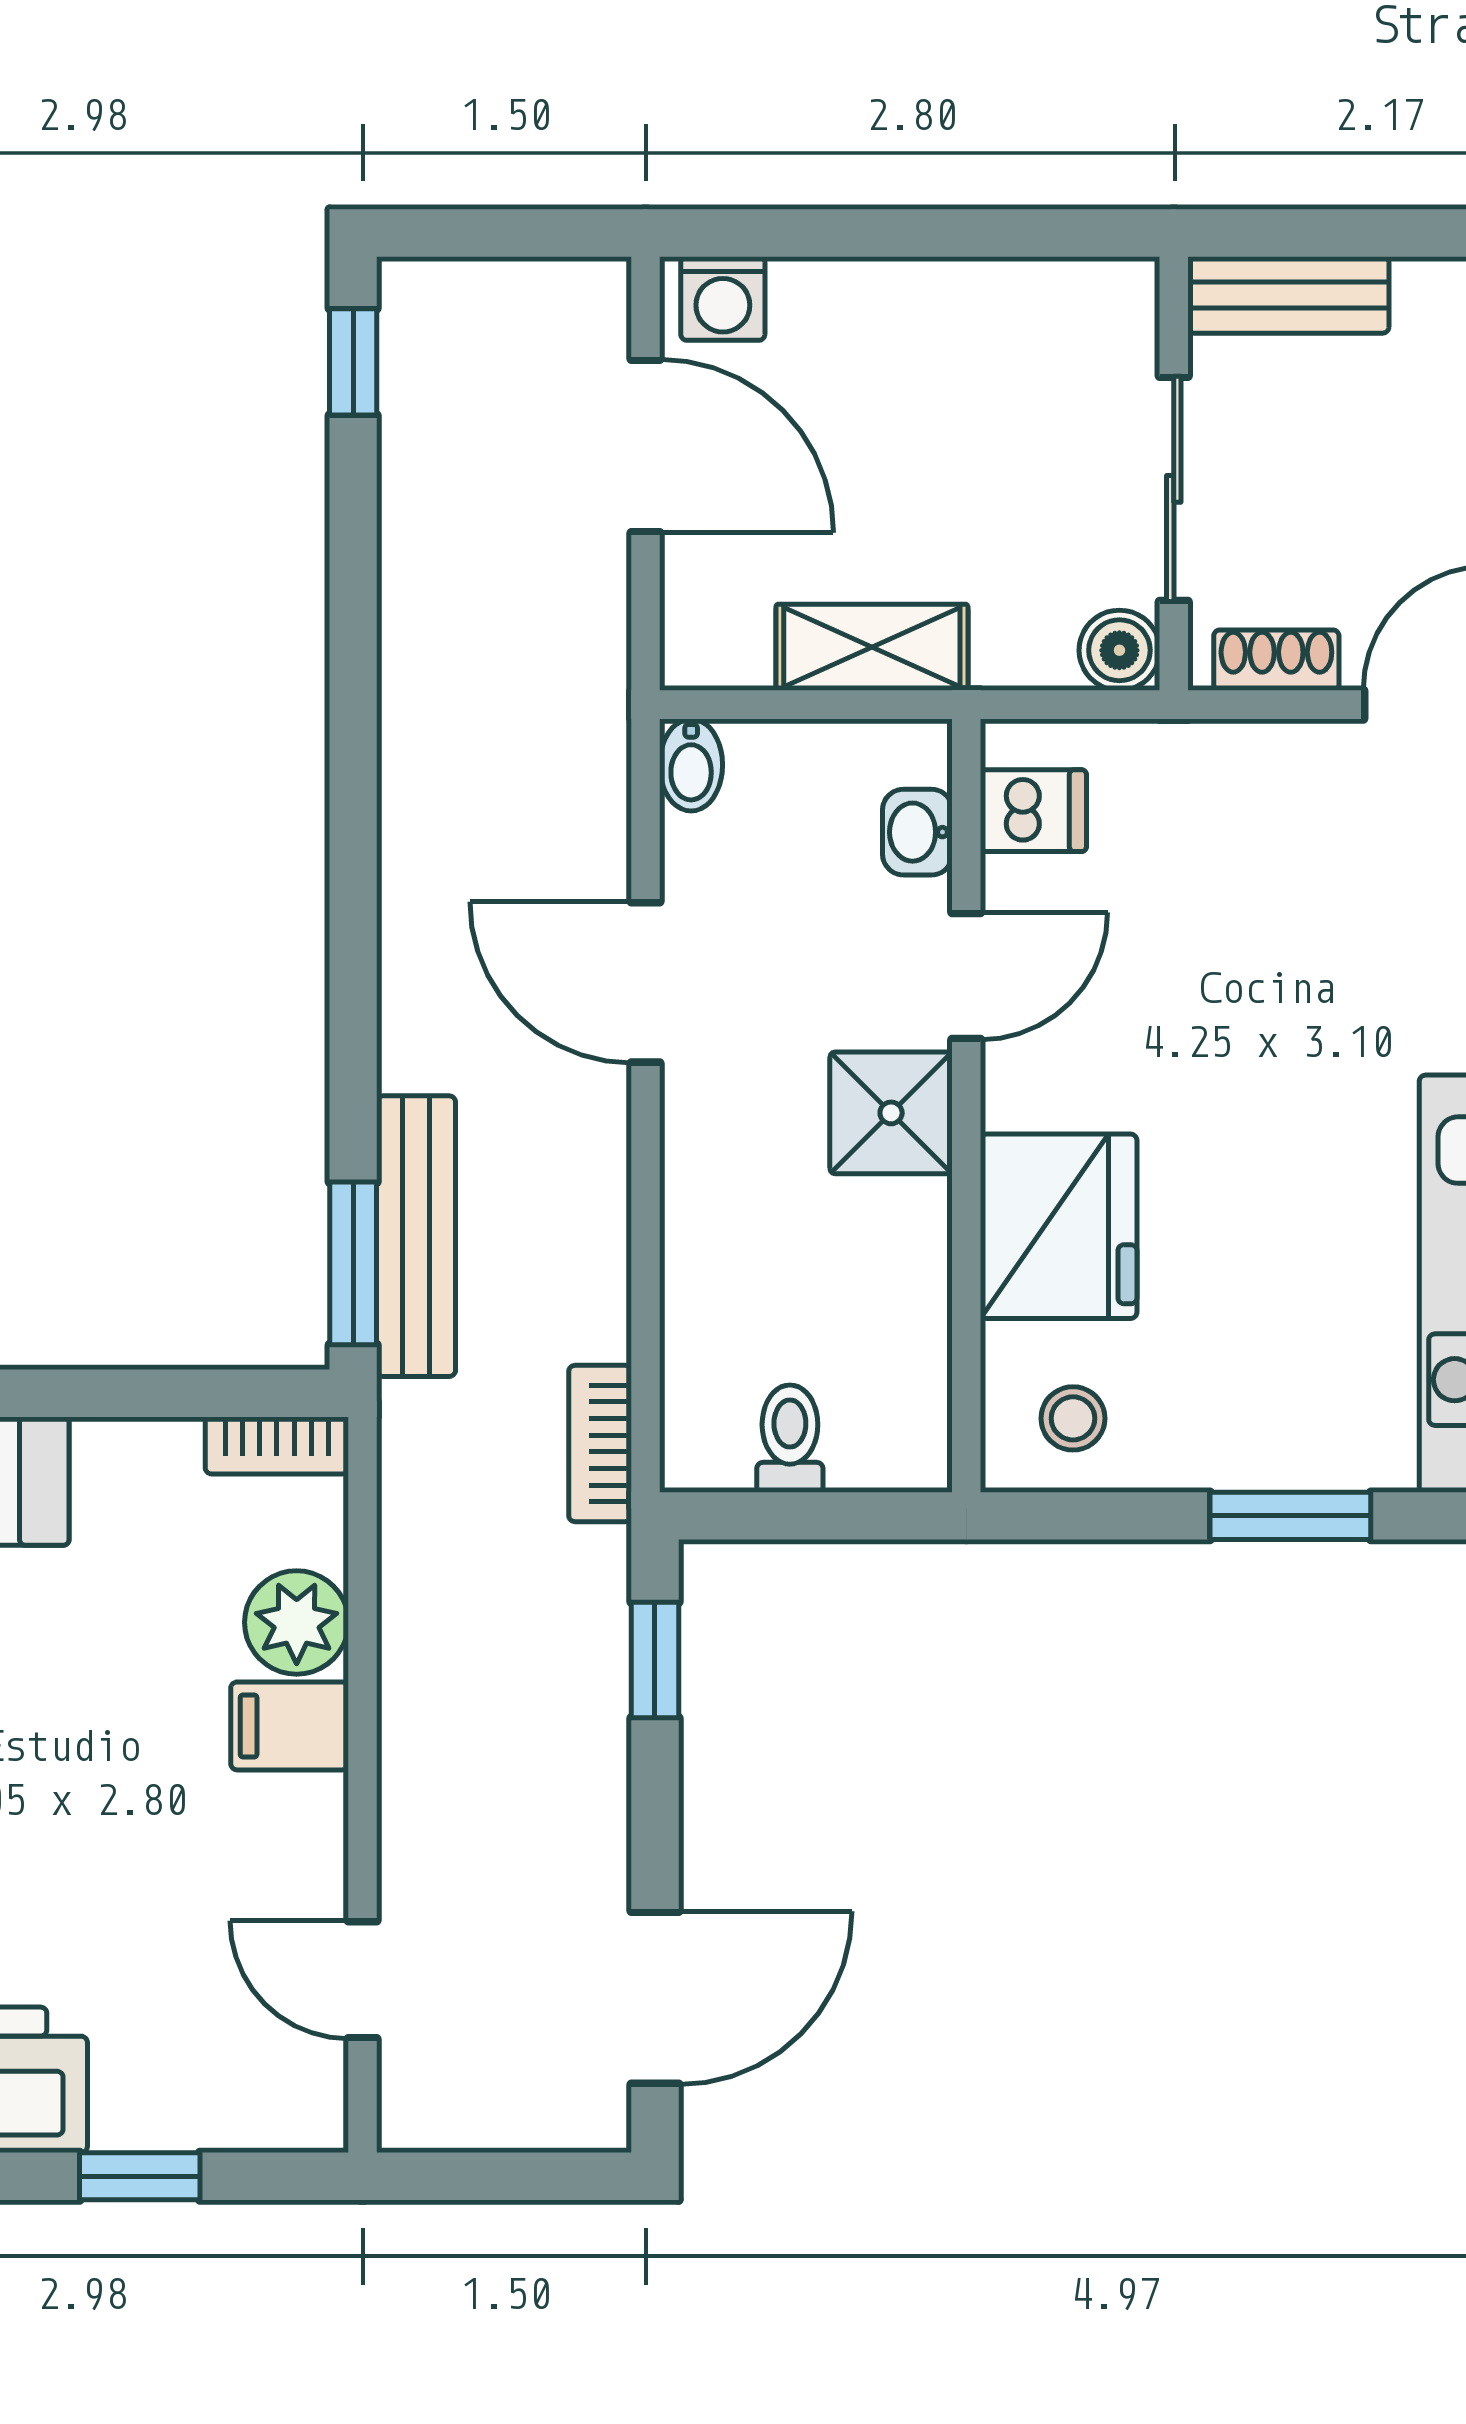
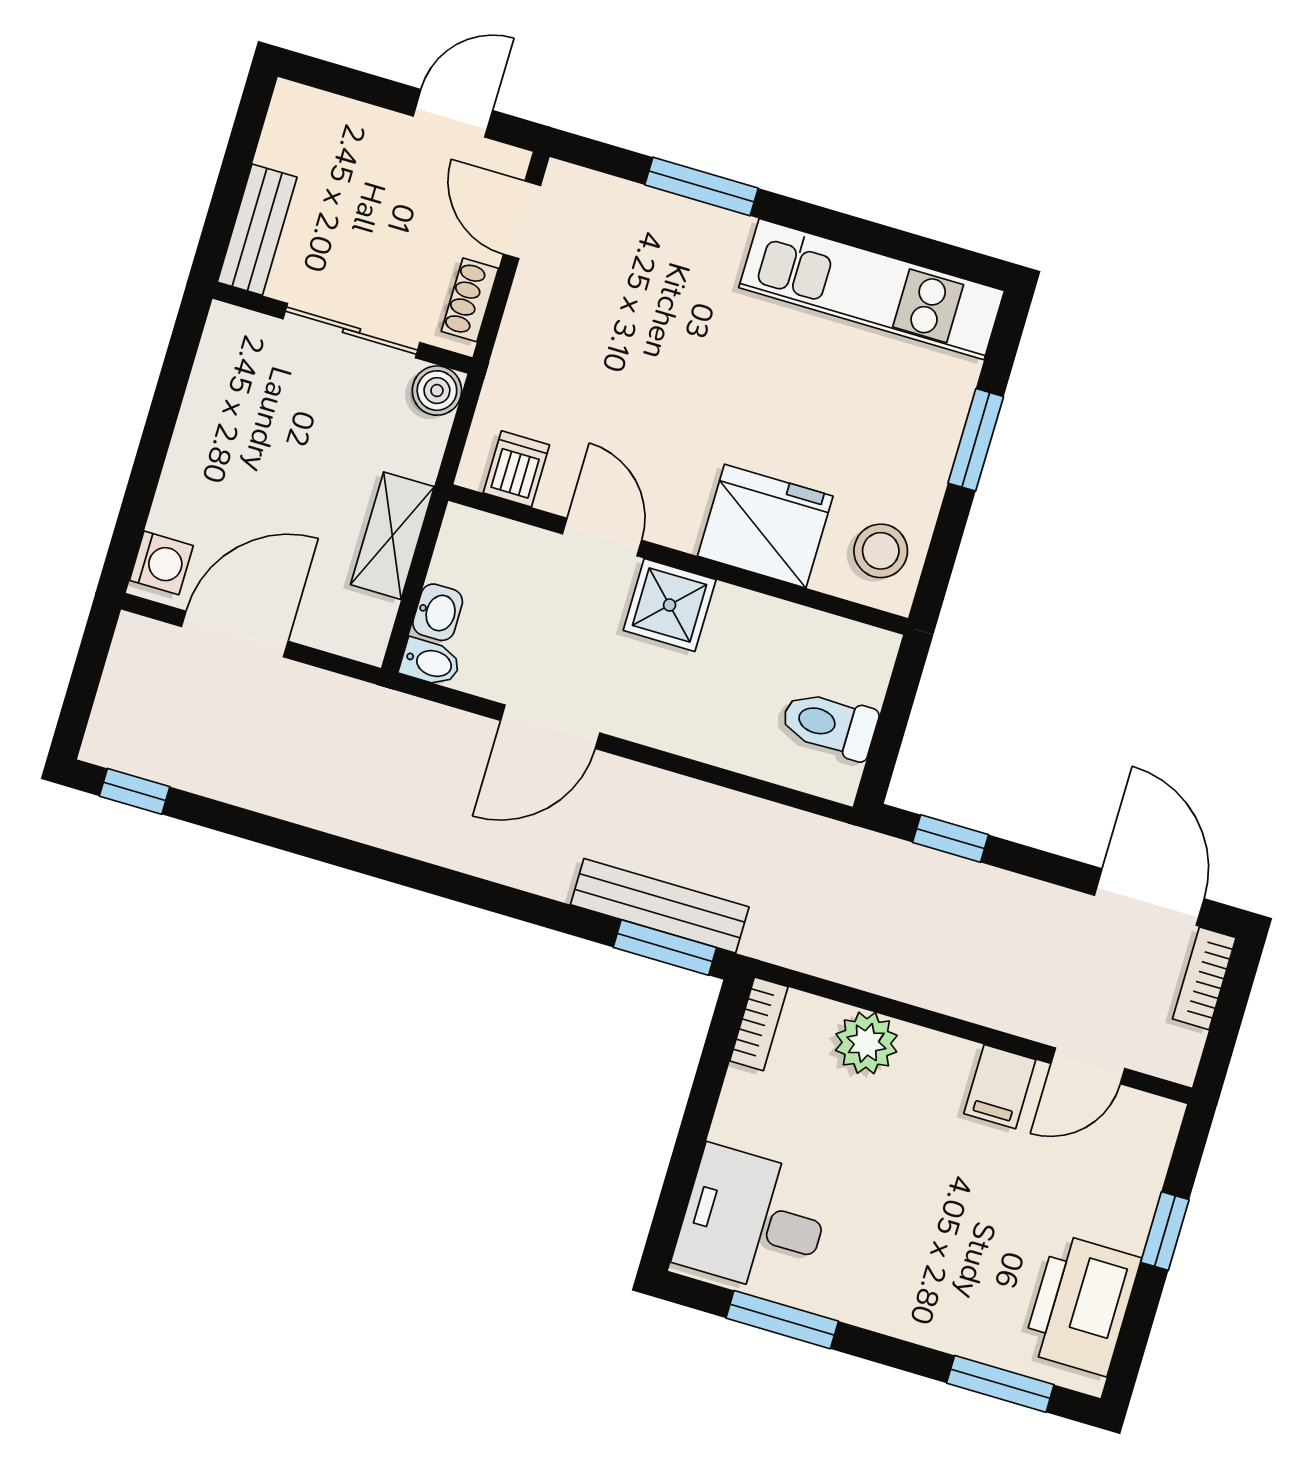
washbasin: (917, 832) -> (438, 612), moved, turned -90
stool: (1073, 1418) -> (881, 551), width x1.37, depth x1.37
toilet: (790, 1439) -> (829, 724), width x1.37, depth x1.39
bookcase: (600, 1444) -> (1204, 978), moved, turned 90
filing cabinet: (290, 1726) -> (1000, 1087), moved

